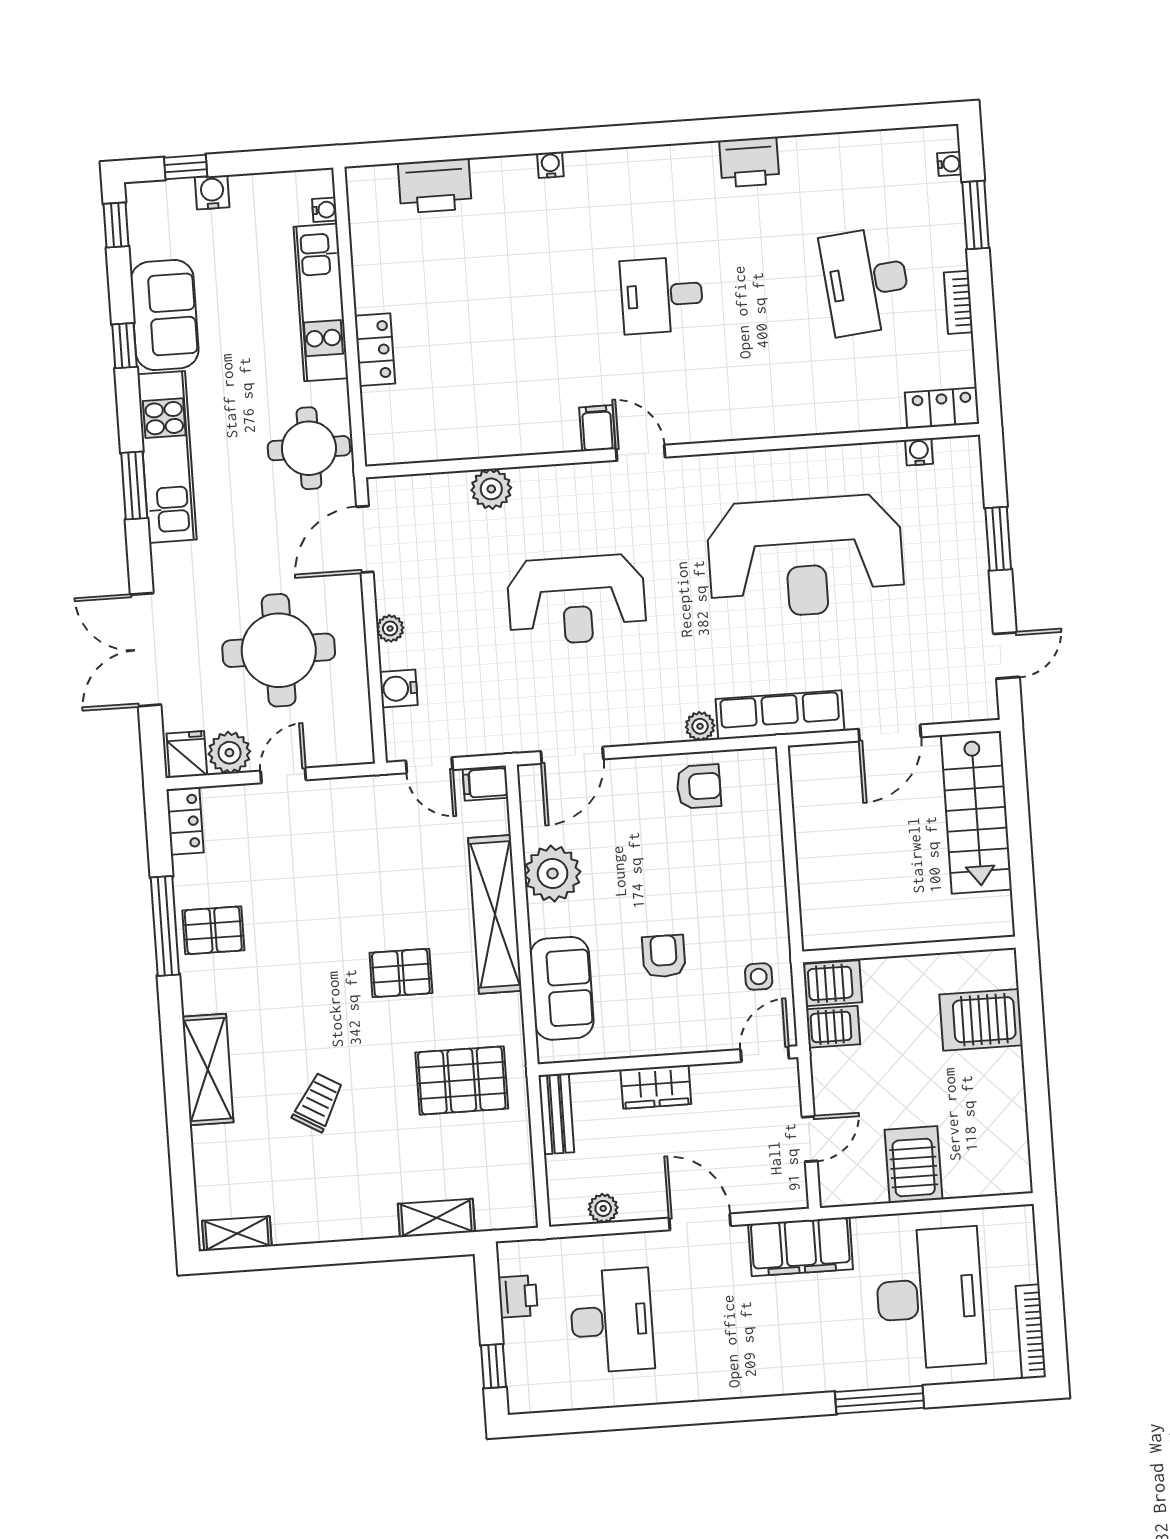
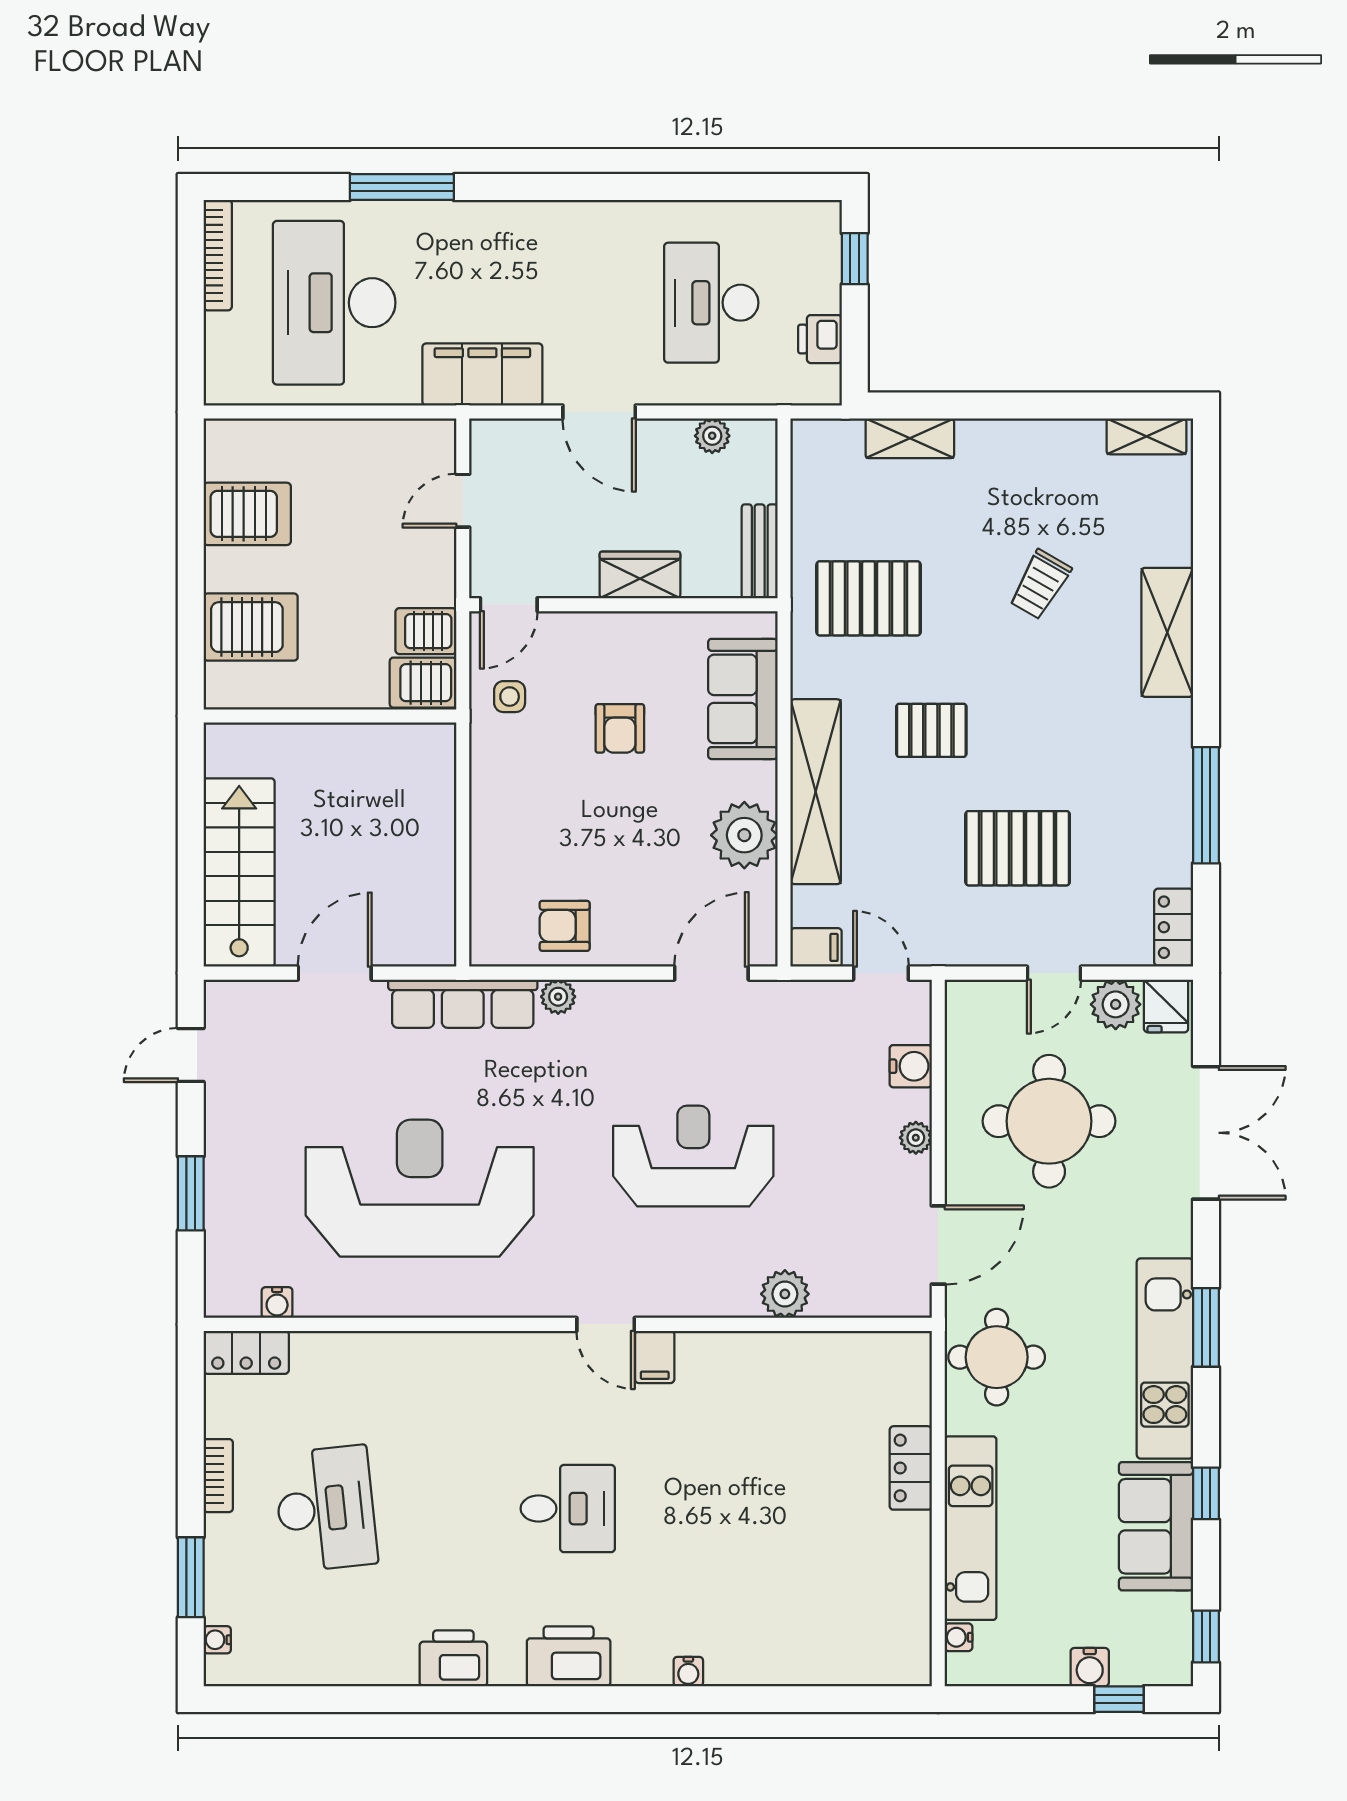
printer: (435, 186) -> (569, 1656), moved
pallet: (213, 930) -> (1018, 848), moved, width x1.50, depth x1.42
server rack: (913, 1165) -> (247, 514), moved, turned -90

